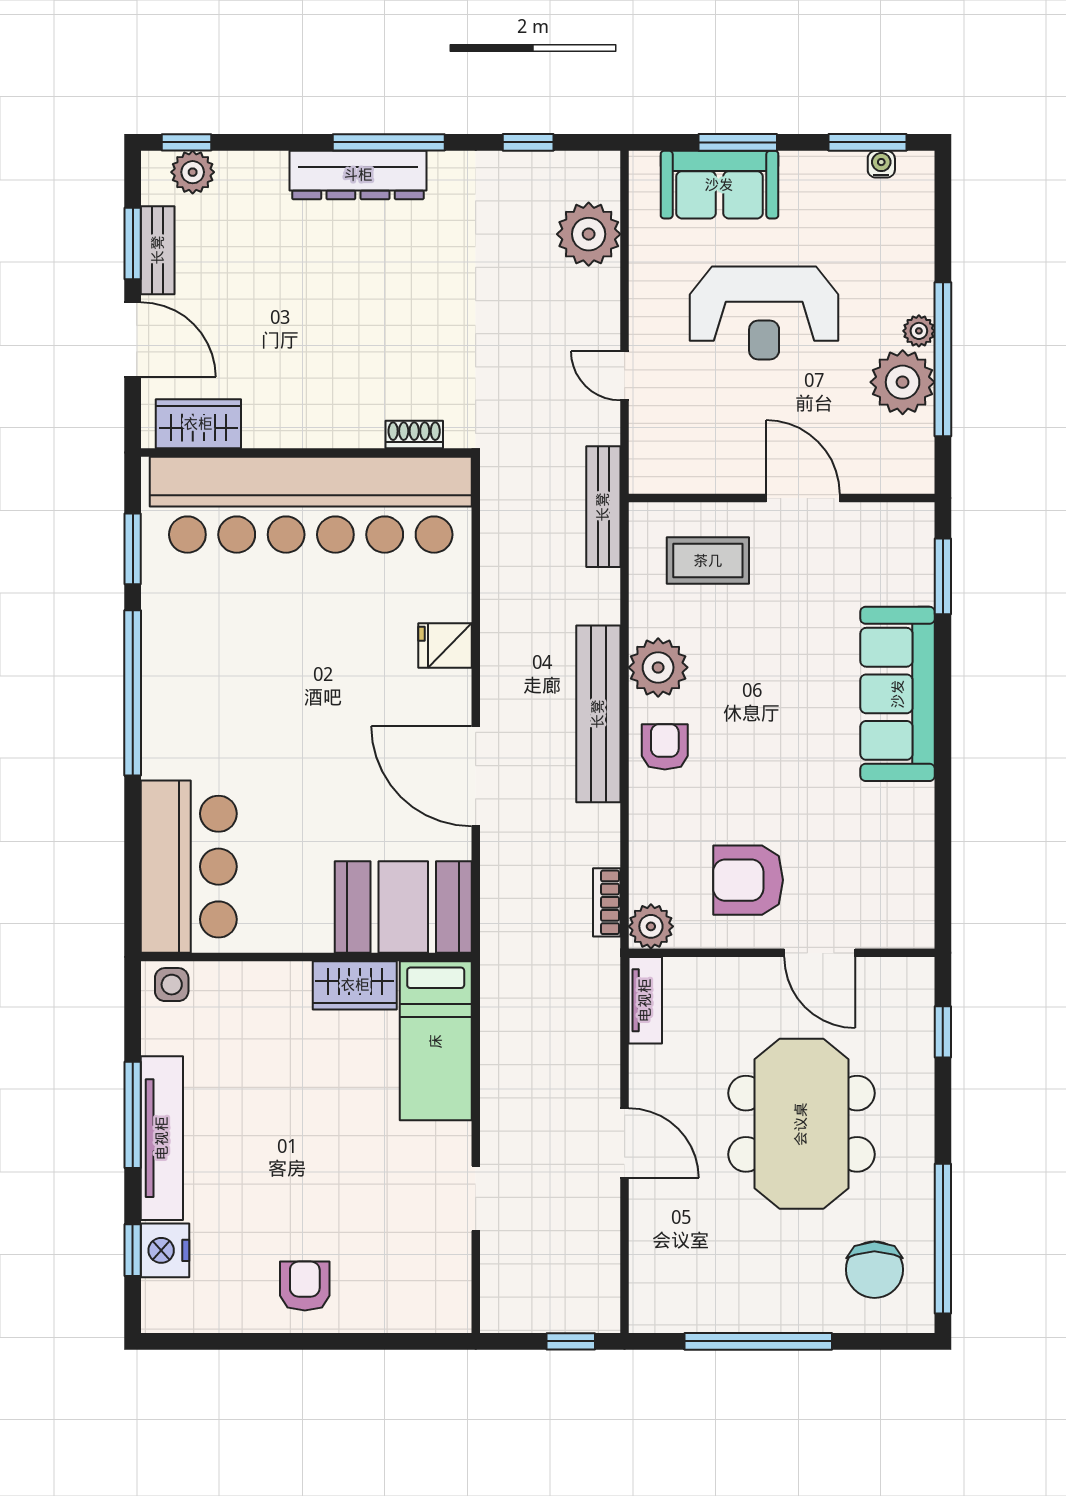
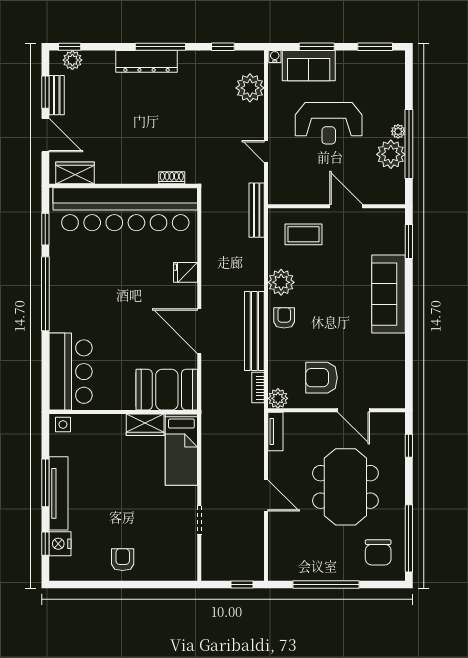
water cooler: (881, 164) -> (275, 57), moved
bench: (598, 714) -> (254, 331), moved

